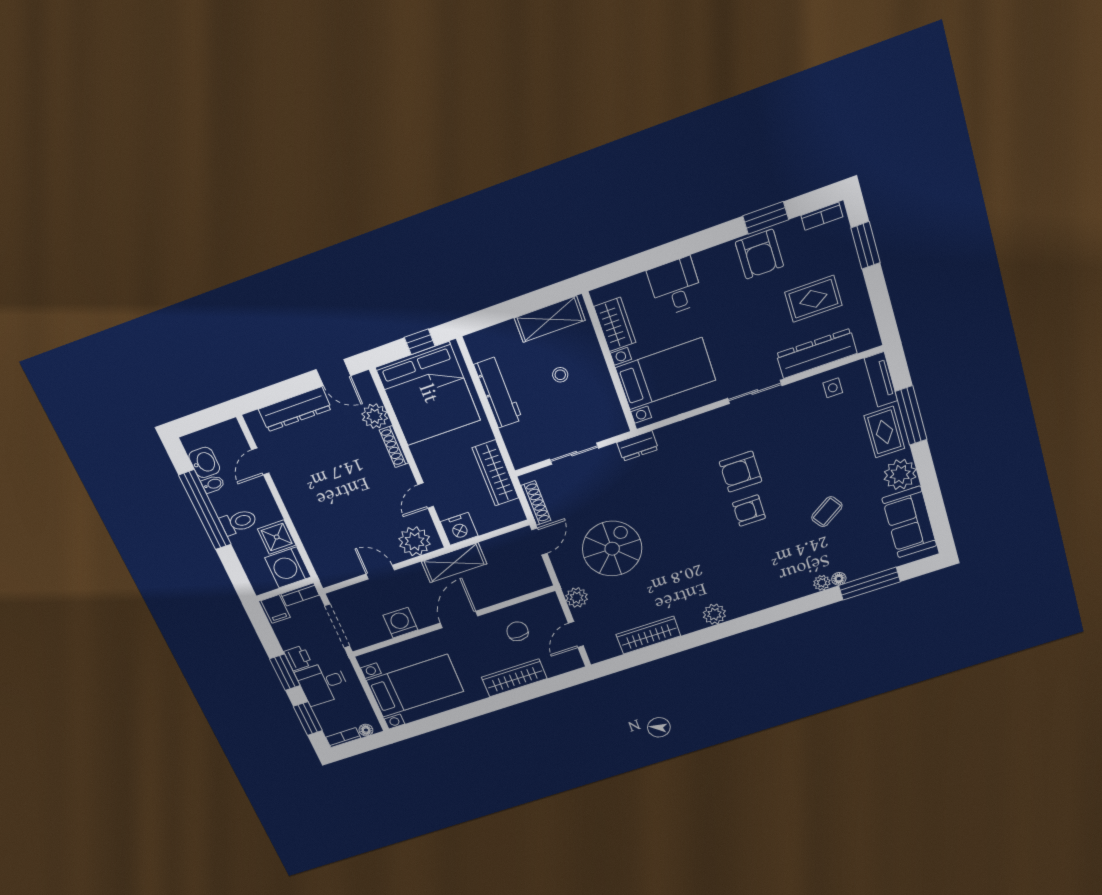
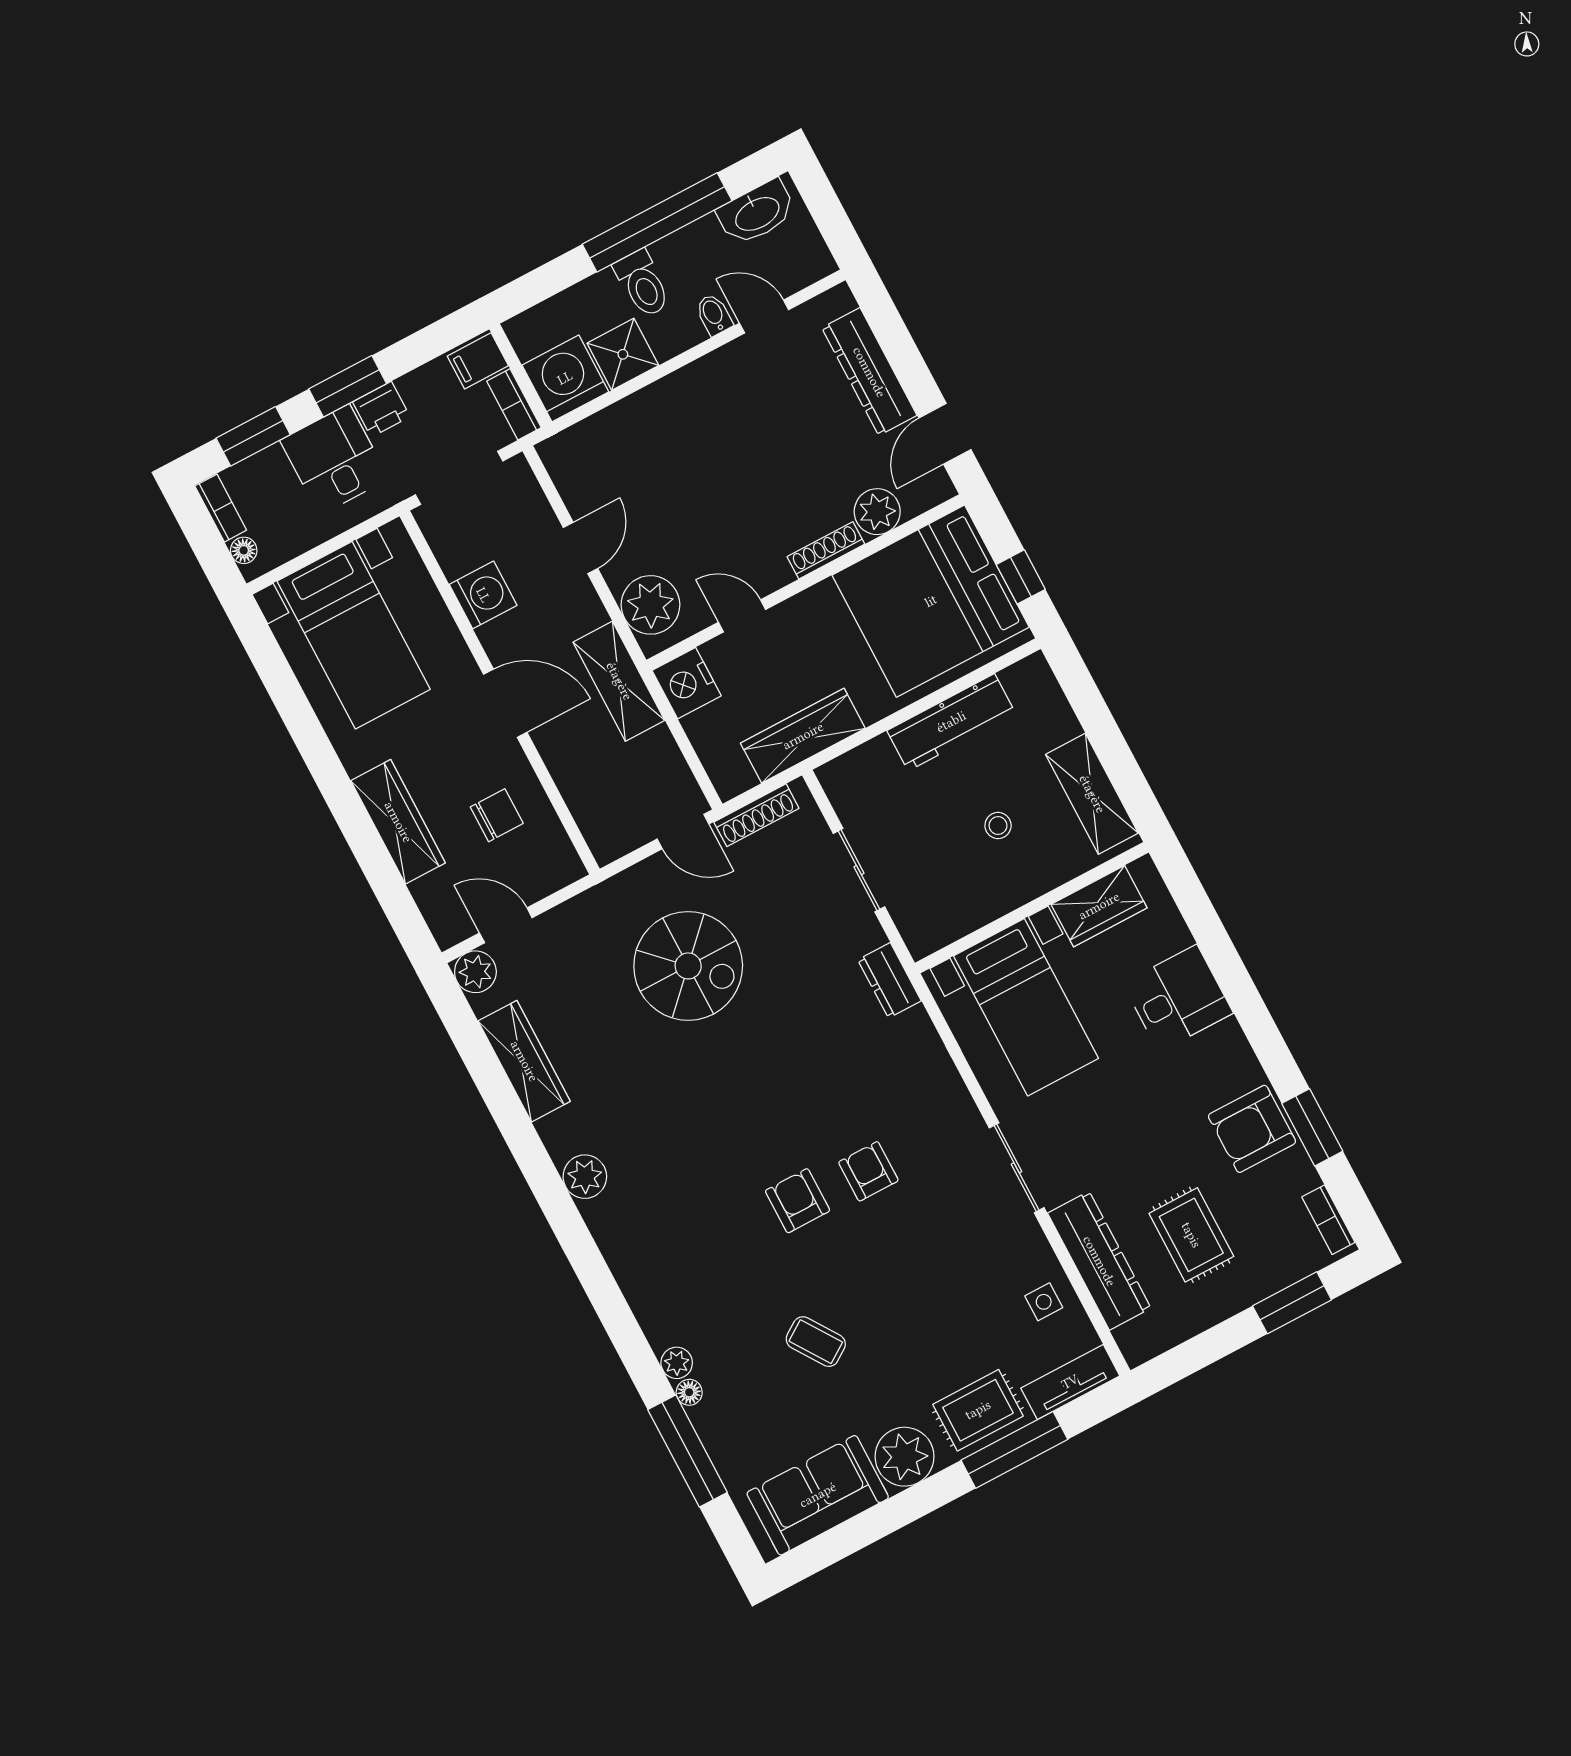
washbasin: (204, 462) -> (757, 213), width x1.38
armchair: (741, 472) -> (868, 1171), width x0.72, depth x0.72
bidet: (213, 484) -> (714, 315), moved, turned 180
plant: (577, 597) -> (475, 972), moved

